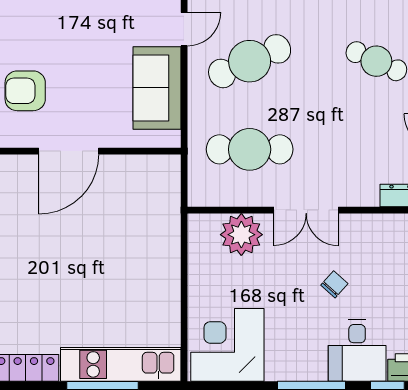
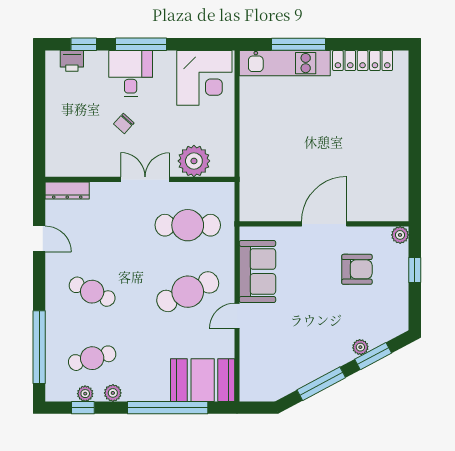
desk: (357, 350) -> (131, 74), moved

